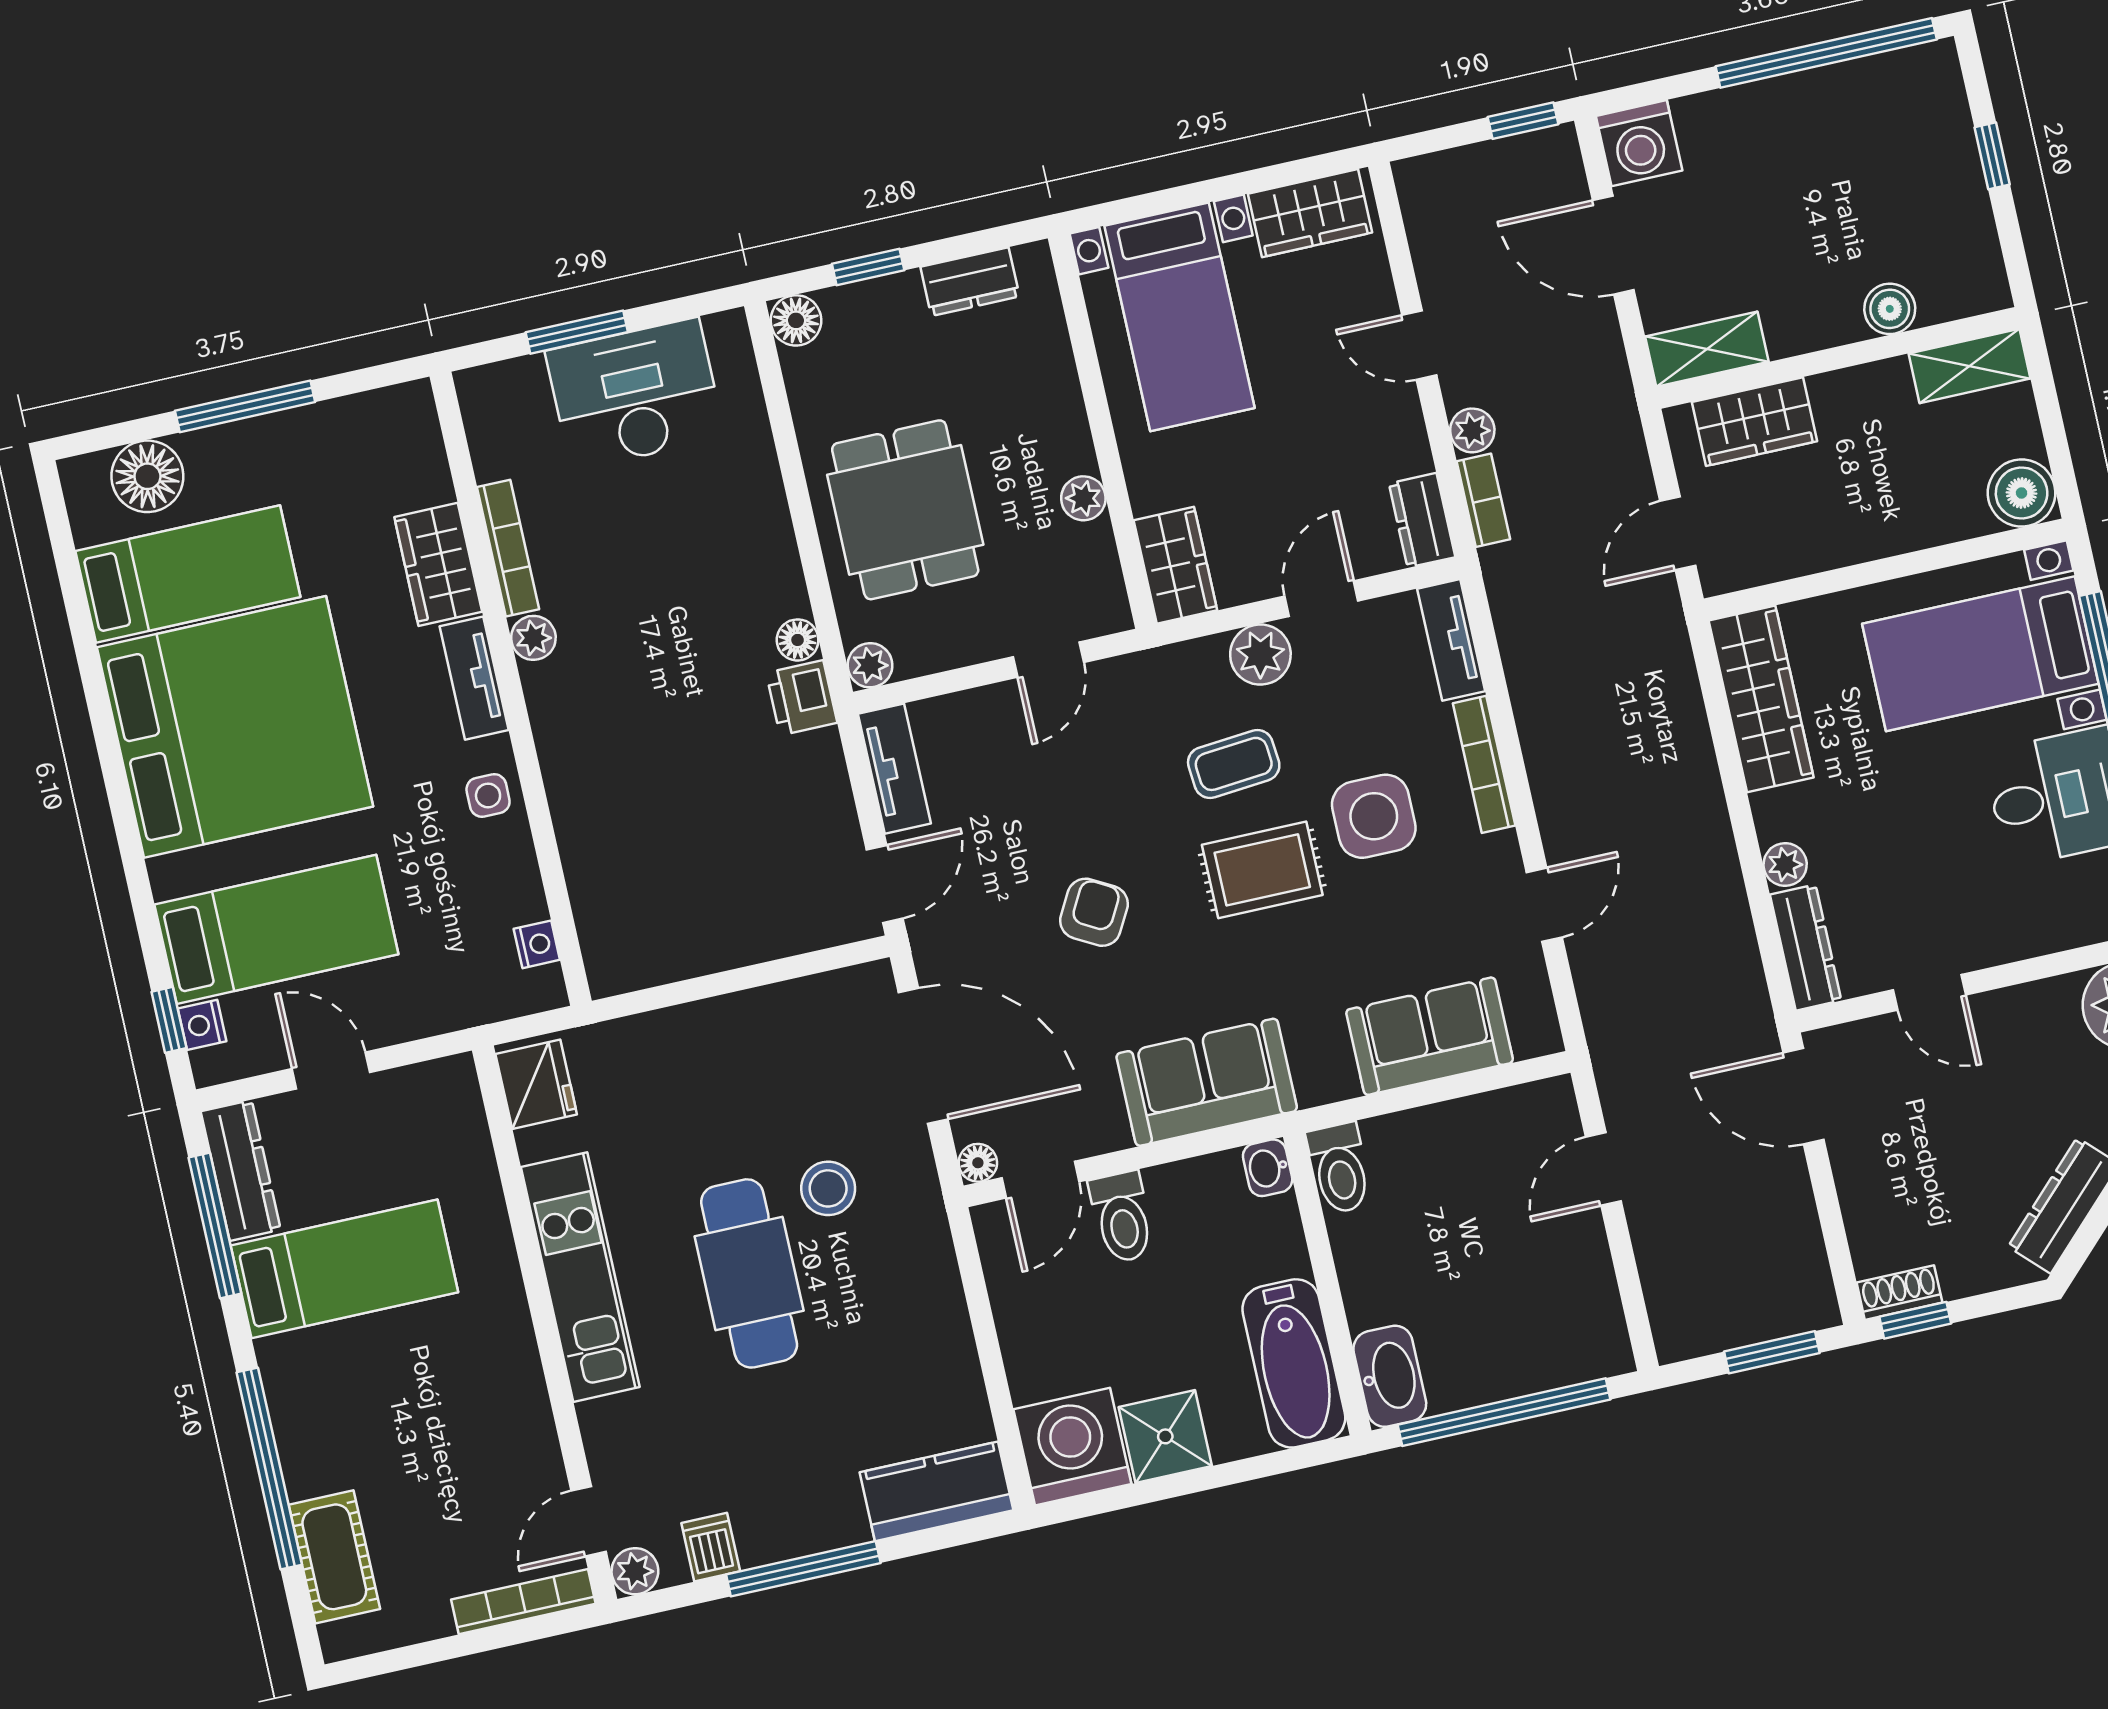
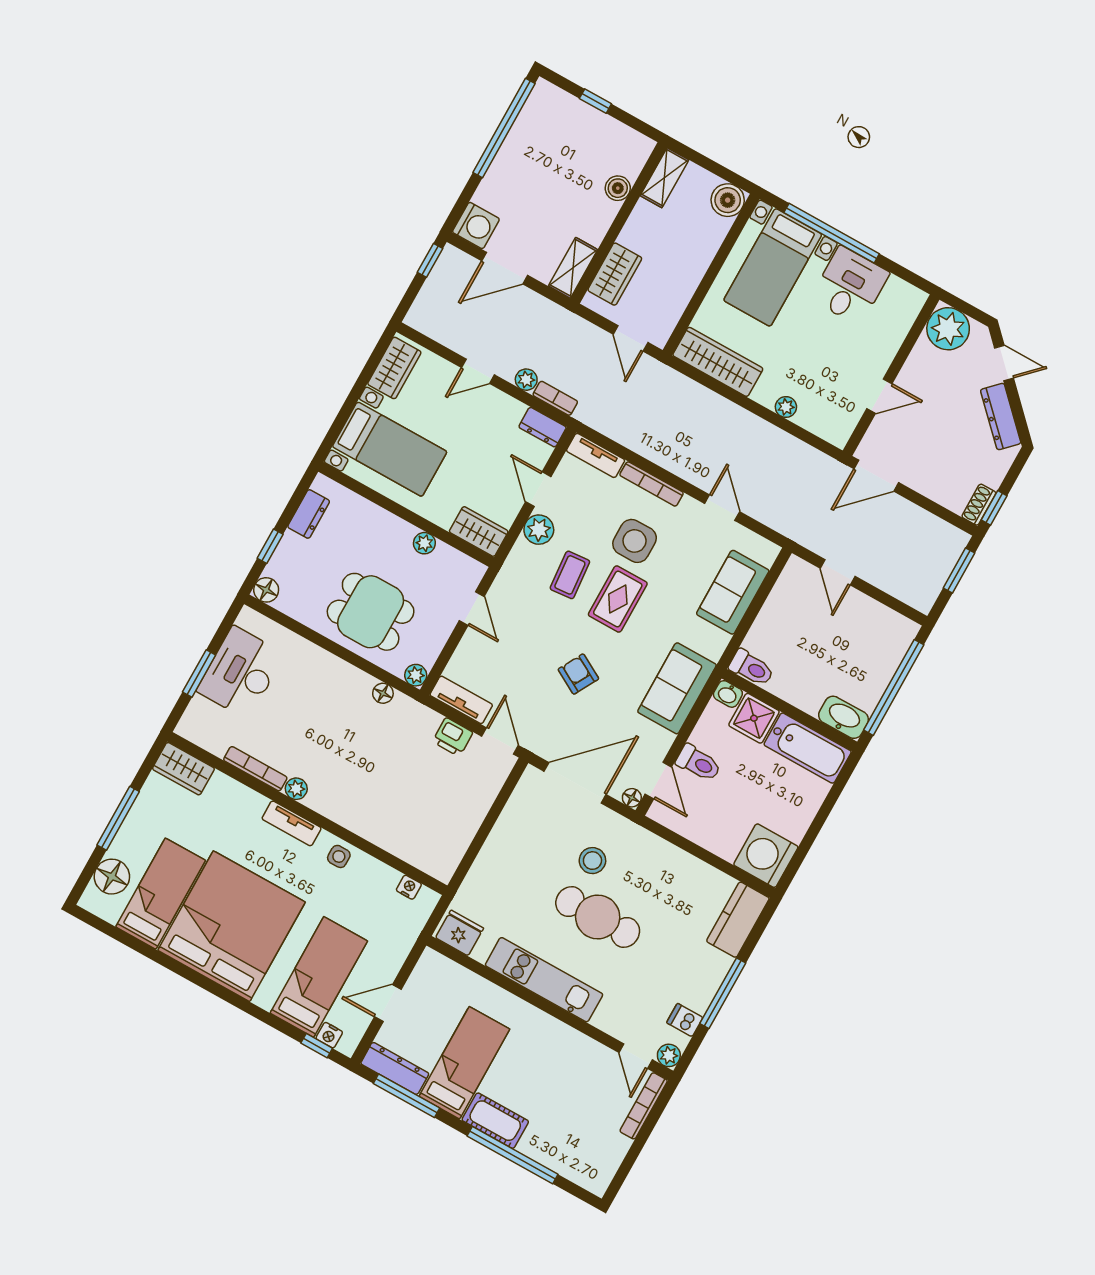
wardrobe: (438, 564) -> (183, 769), moved
printer: (802, 698) -> (453, 737), moved
dresser: (1806, 948) -> (823, 427), removed
shower: (1165, 1436) -> (754, 718), moved
cot: (334, 1557) -> (495, 1121), moved

